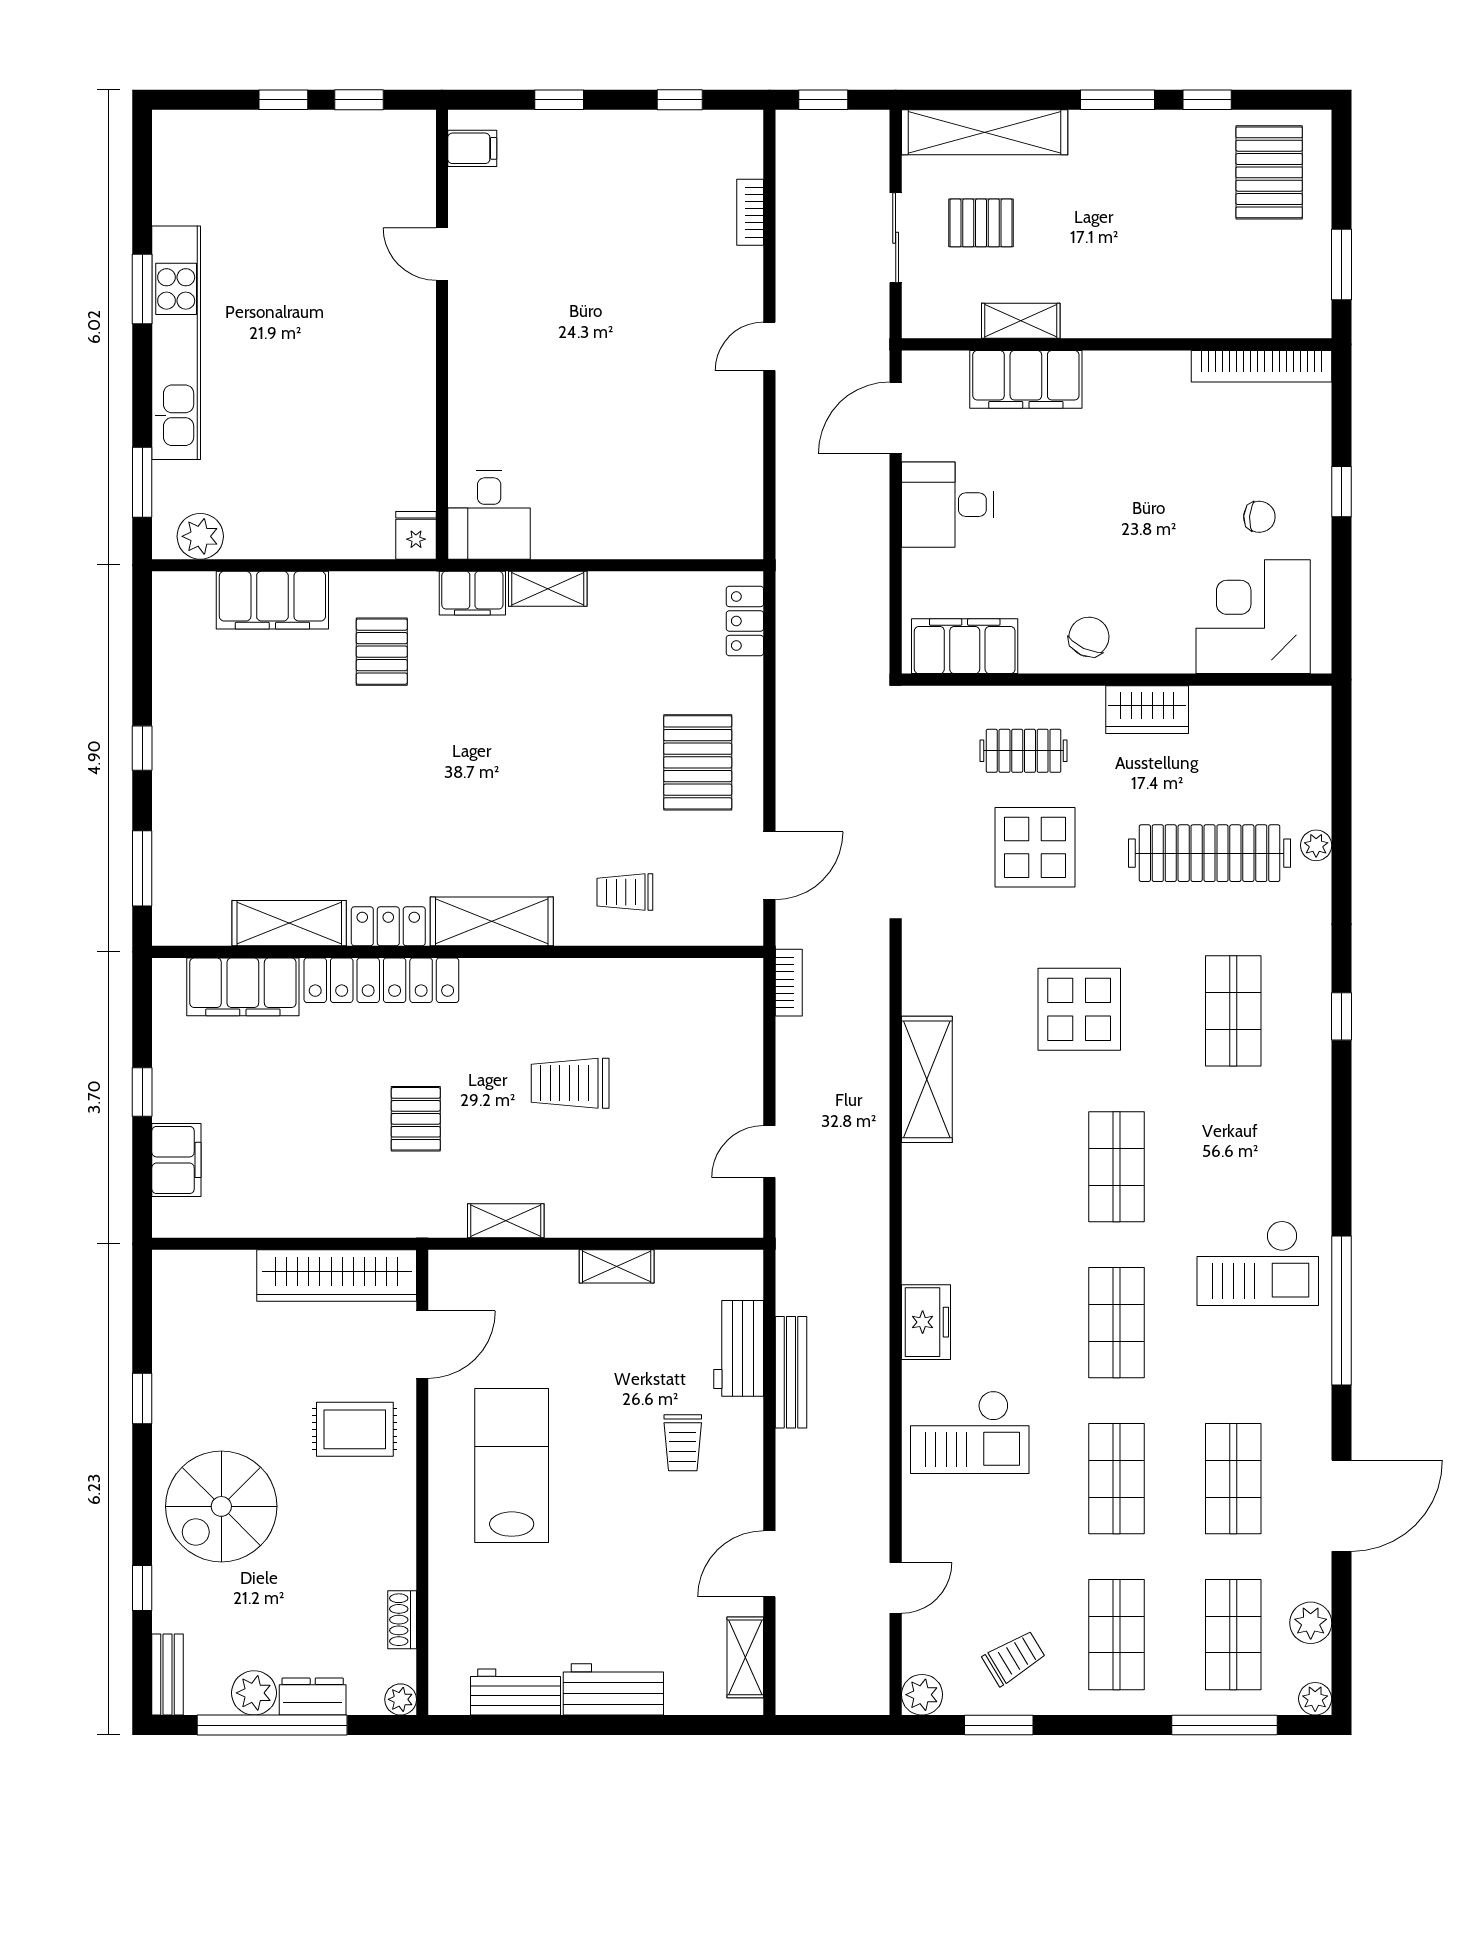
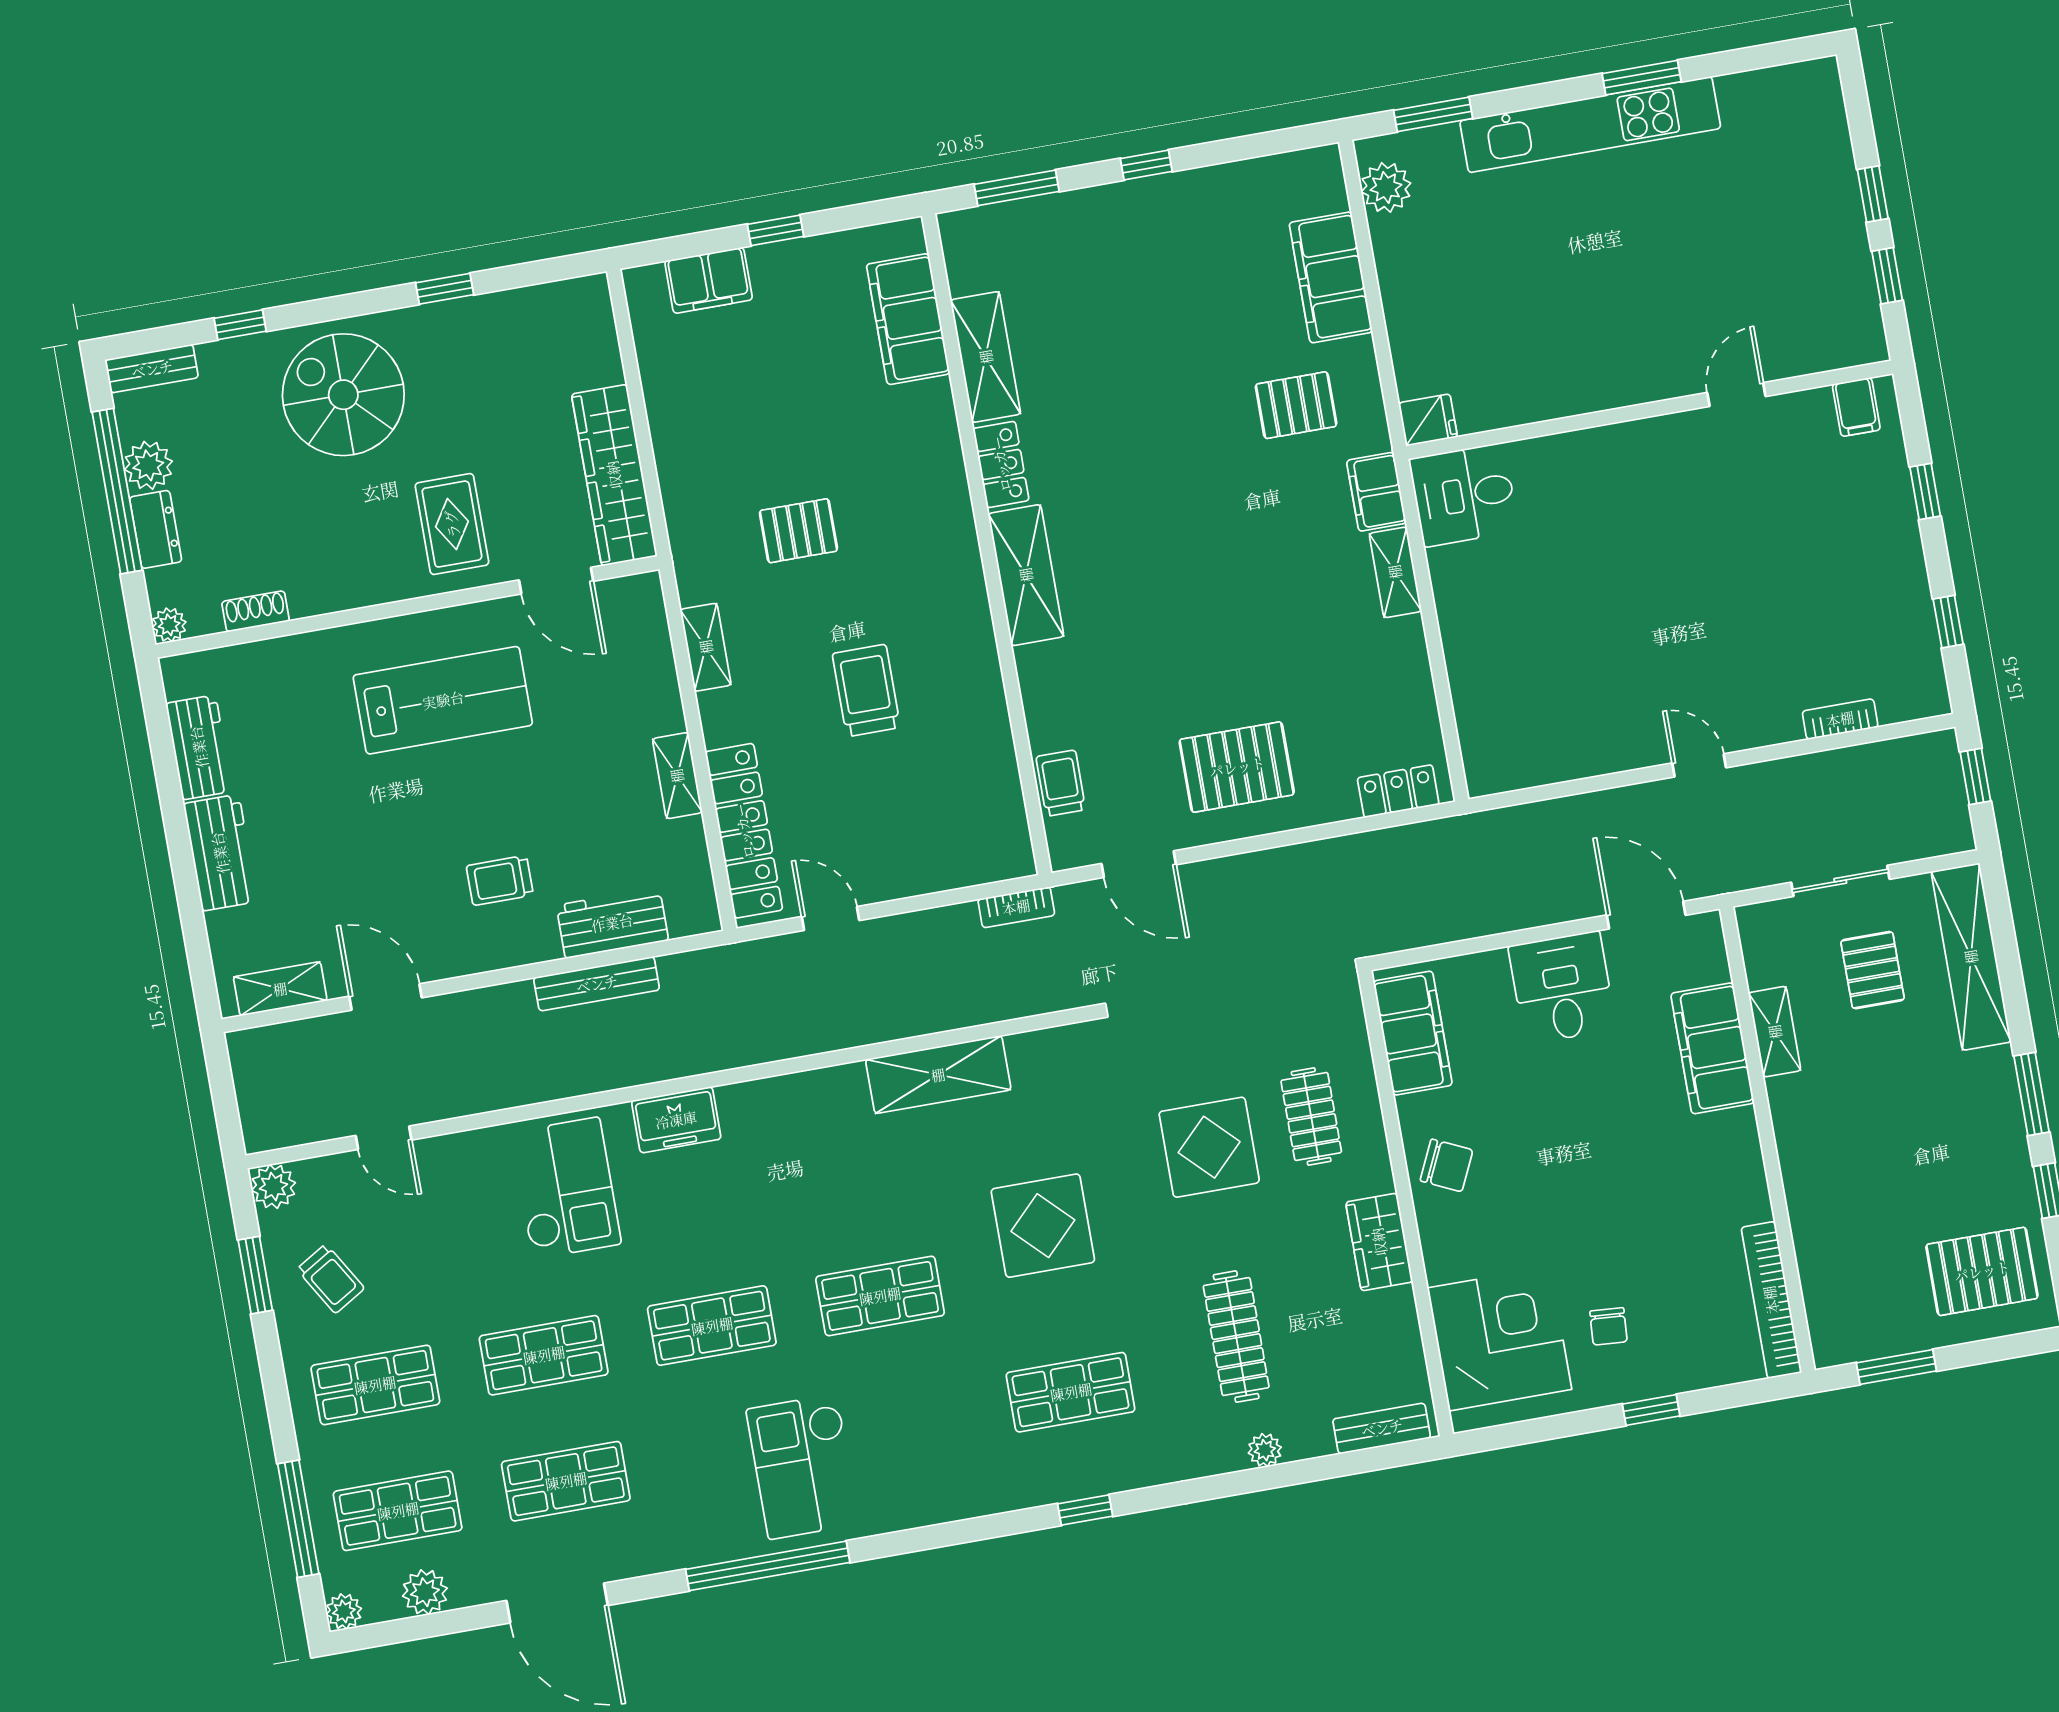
bench: (1315, 737) -> (1382, 1428), added
clothes rail: (1210, 853) -> (1236, 1337), width x0.73, depth x0.76
trolley: (625, 892) -> (1061, 783), moved
locker: (381, 980) -> (744, 831), moved, turned 180
checkout: (970, 1432) -> (566, 1188), turned 180

